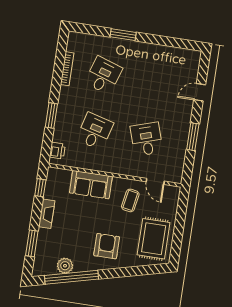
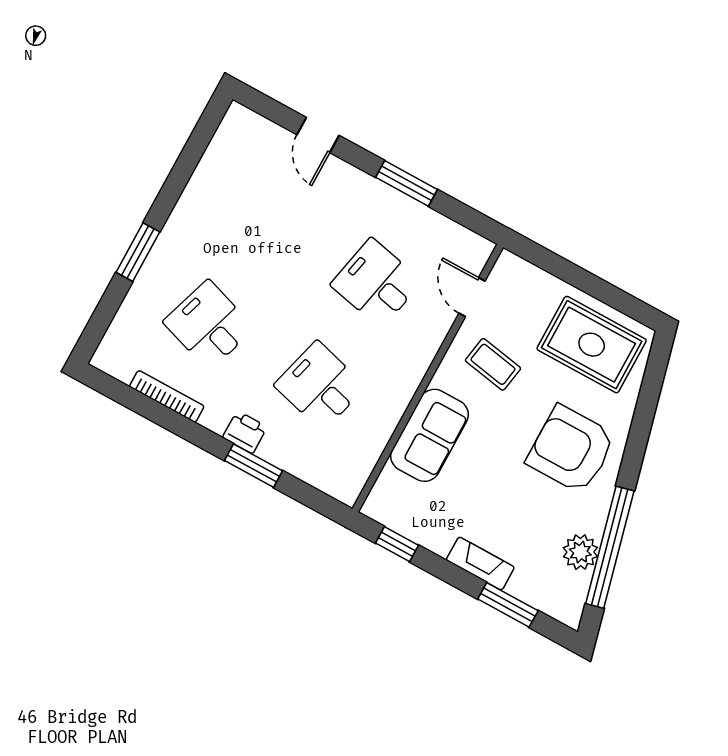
desk: (147, 139) -> (376, 283), turned 30
printer: (57, 151) -> (245, 432), moved
door: (155, 181) -> (472, 297), swing flipped
fireplace: (47, 214) -> (480, 564), moved
armchair: (107, 246) -> (571, 449), width x1.36, depth x1.36

